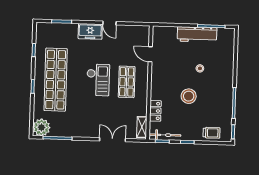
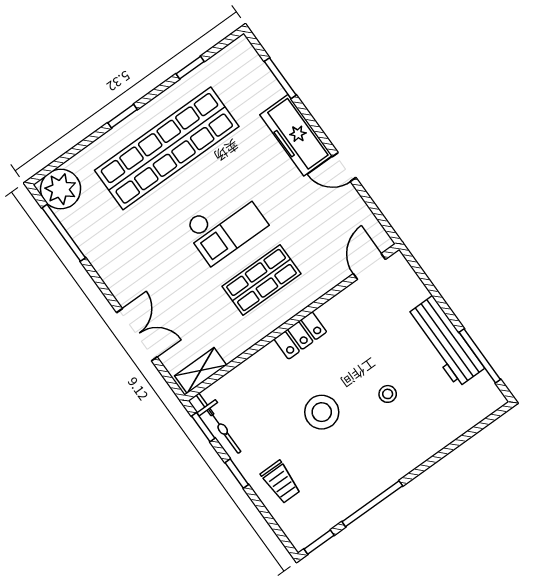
door: (109, 23) -> (344, 167), hinge flipped
freezer: (90, 31) -> (296, 135), width x1.40
door: (150, 54) -> (369, 267), moved
locker: (155, 111) -> (300, 335), moved
trolley: (212, 133) -> (281, 482), moved

